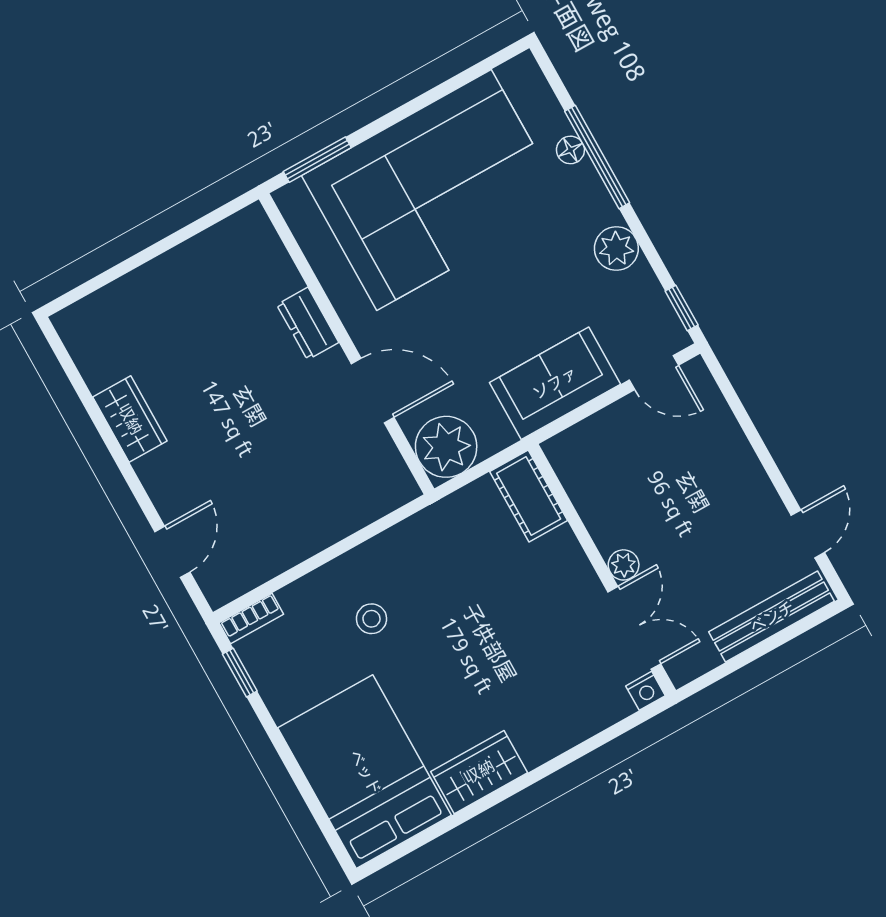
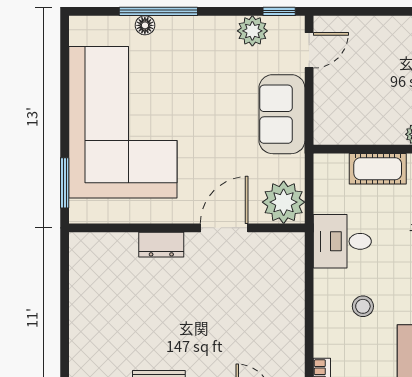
plant: (616, 249) -> (252, 31), moved
cot: (529, 496) -> (378, 169), moved
desk: (438, 548) -> (342, 241), added

